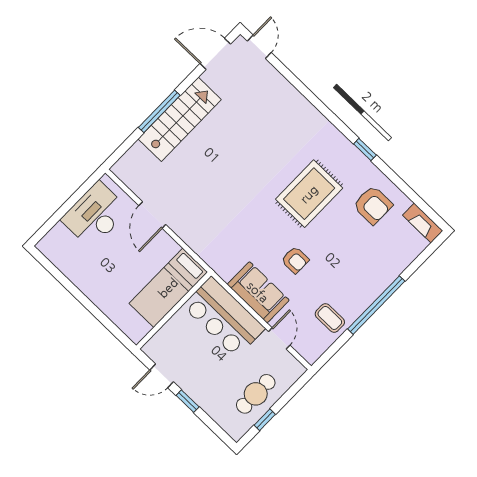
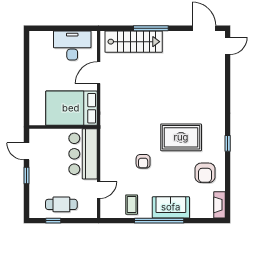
stairs: (180, 119) -> (134, 42), moved
bed: (168, 288) -> (71, 108), width x1.50
sofa: (258, 292) -> (171, 207), moved, turned -90

